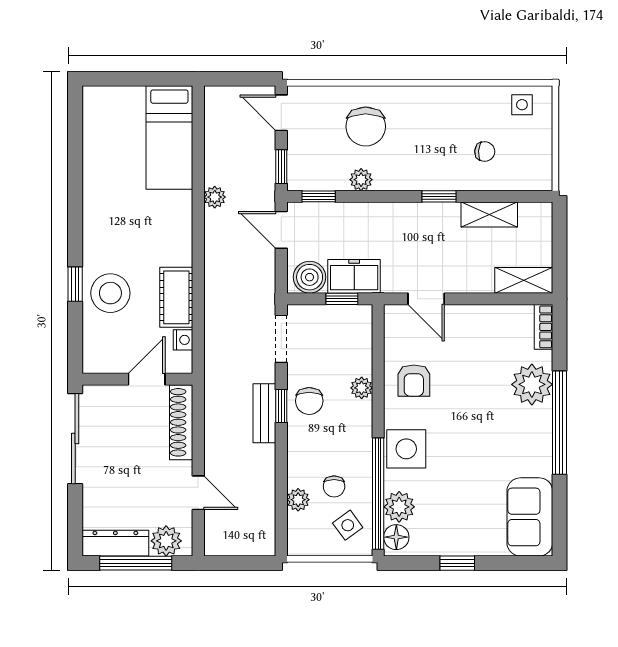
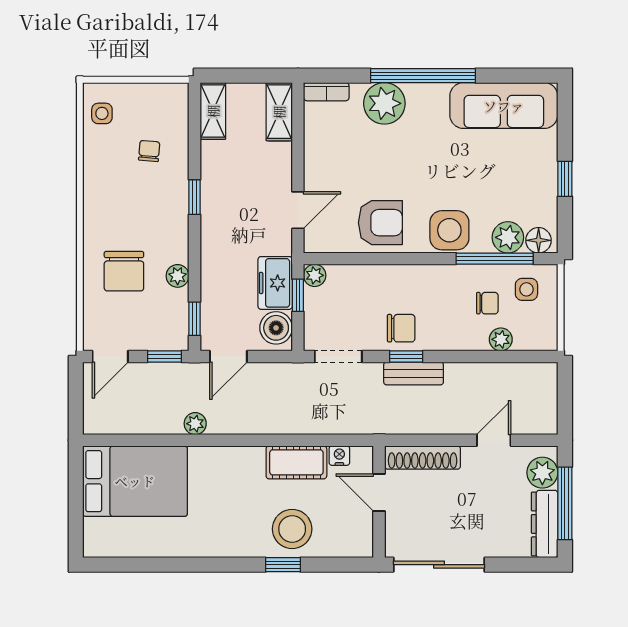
chair: (366, 127) -> (124, 271), turned 90
bed: (169, 138) -> (135, 481), width x1.50
shelving: (489, 215) -> (213, 111), moved
armchair: (414, 381) -> (380, 223), width x1.38, depth x1.38
plant: (362, 388) -> (315, 275), moved
window: (378, 494) -> (495, 259), width x0.68
sofa: (530, 517) -> (504, 106), width x1.36
side table: (348, 525) -> (526, 289), turned 36

